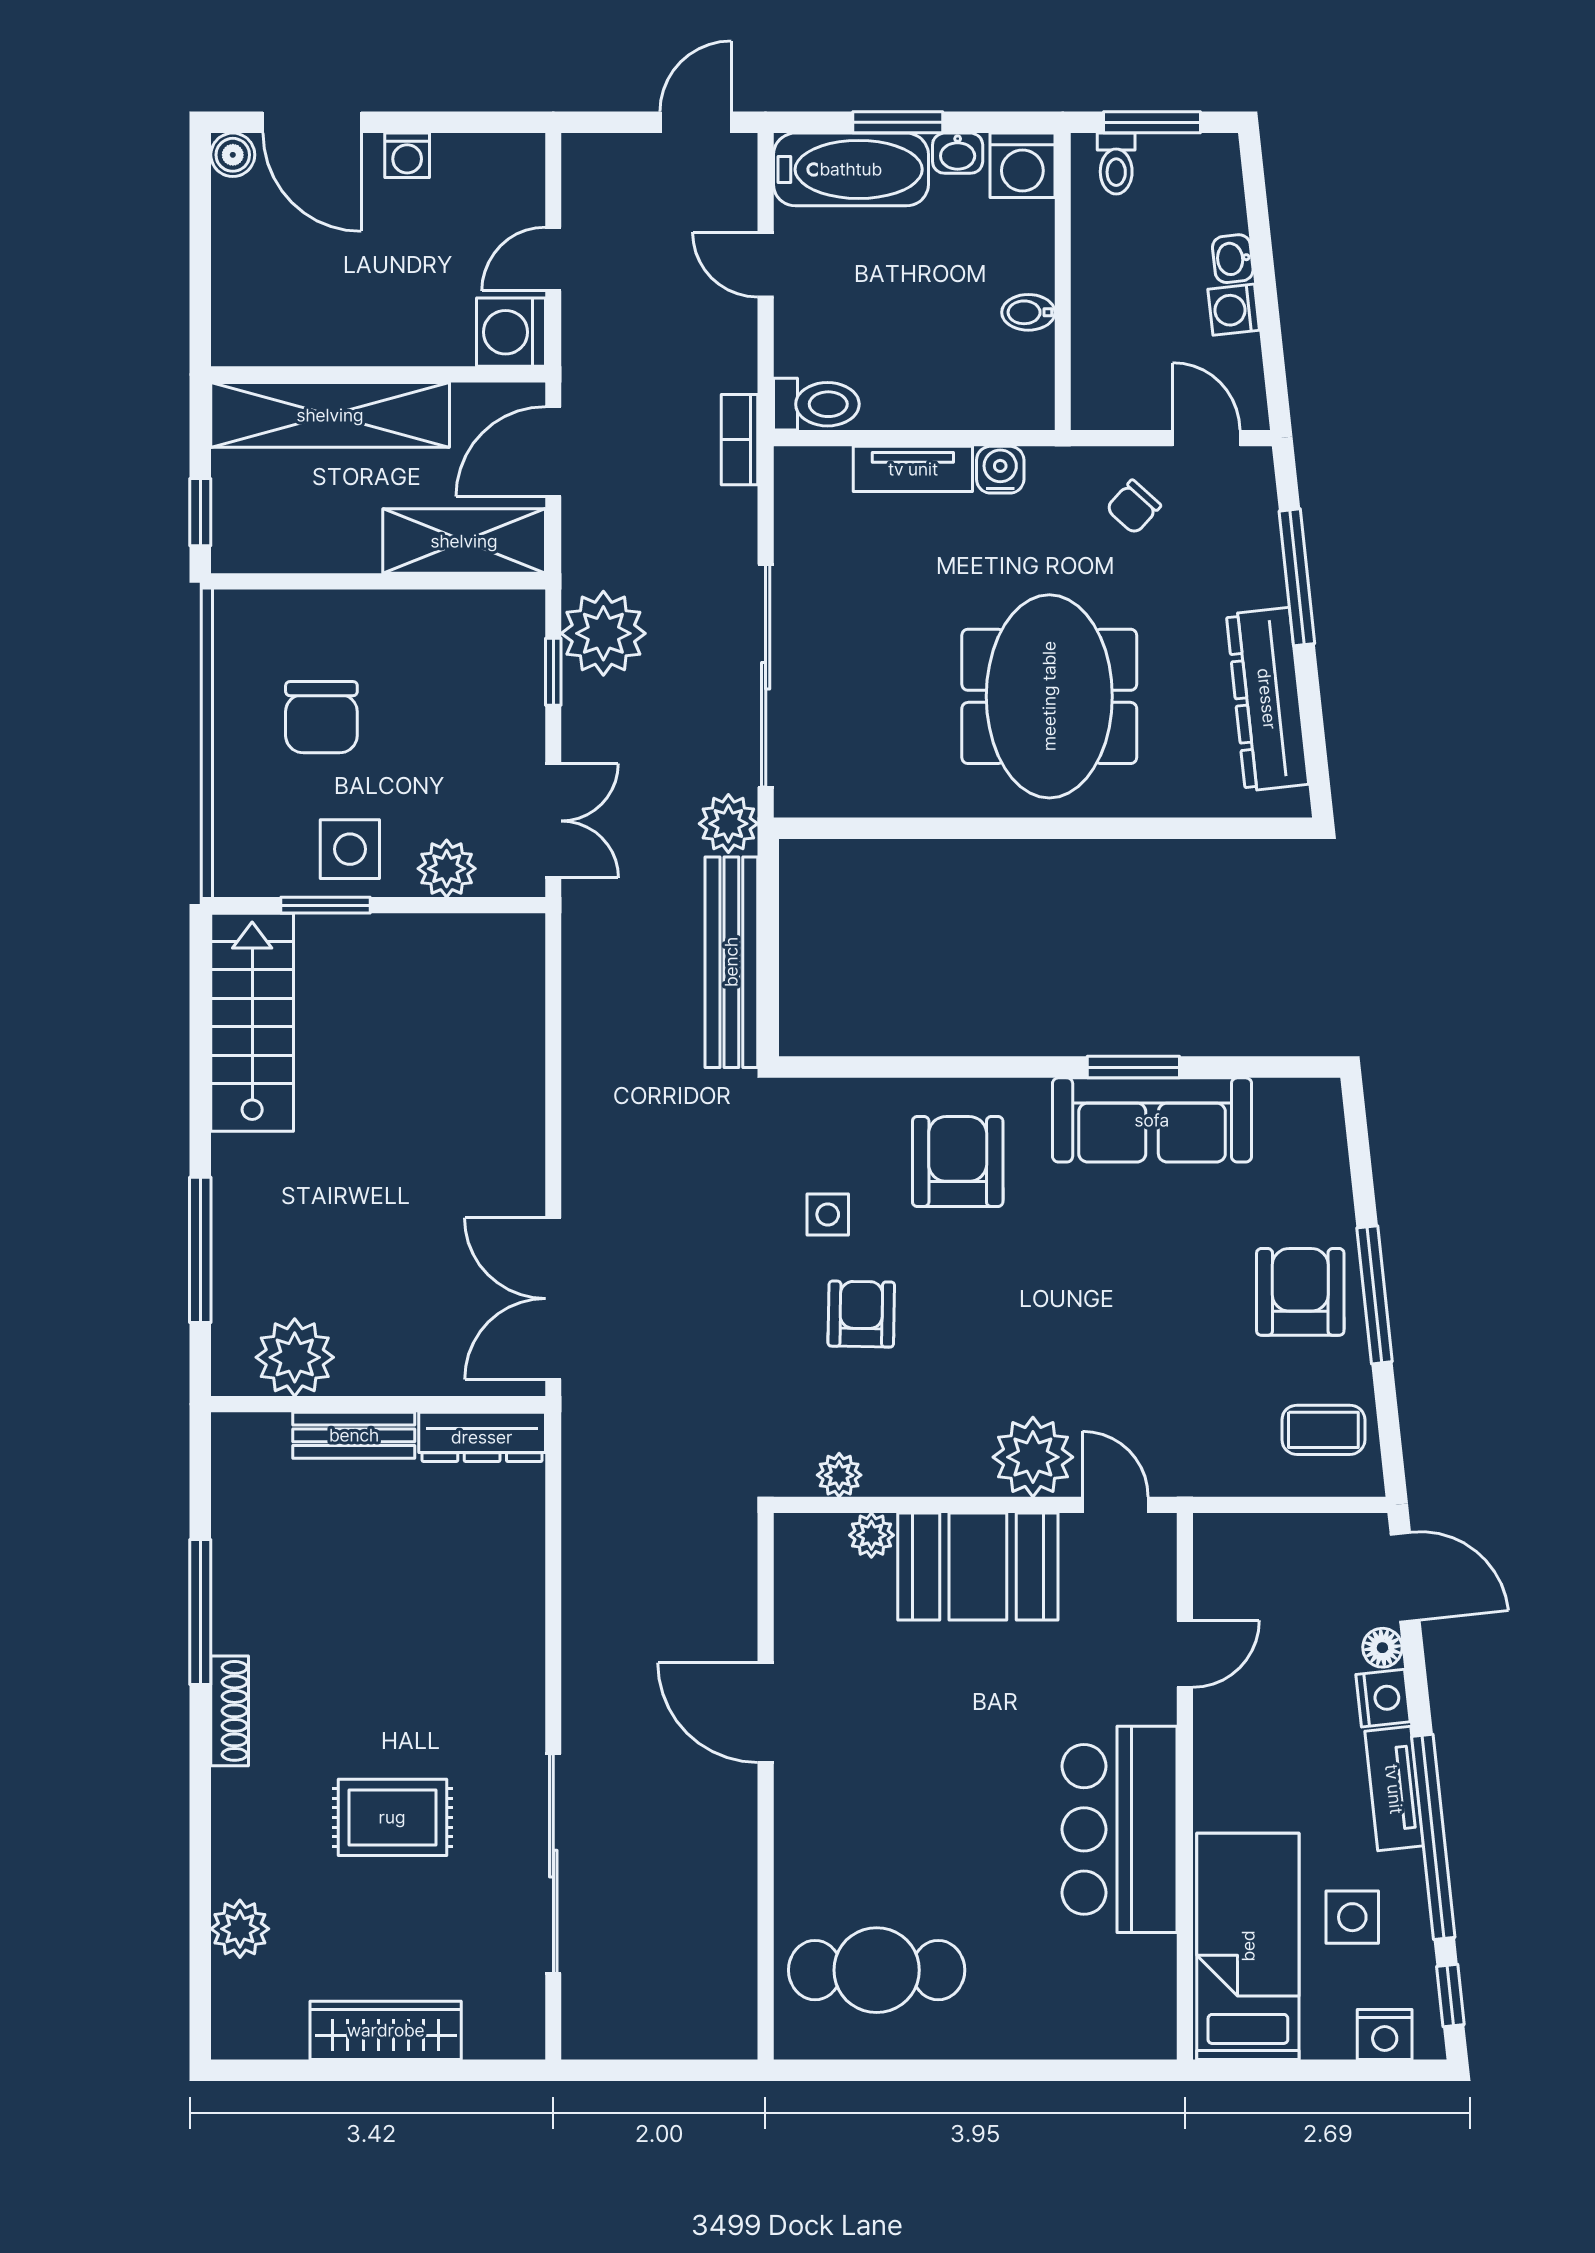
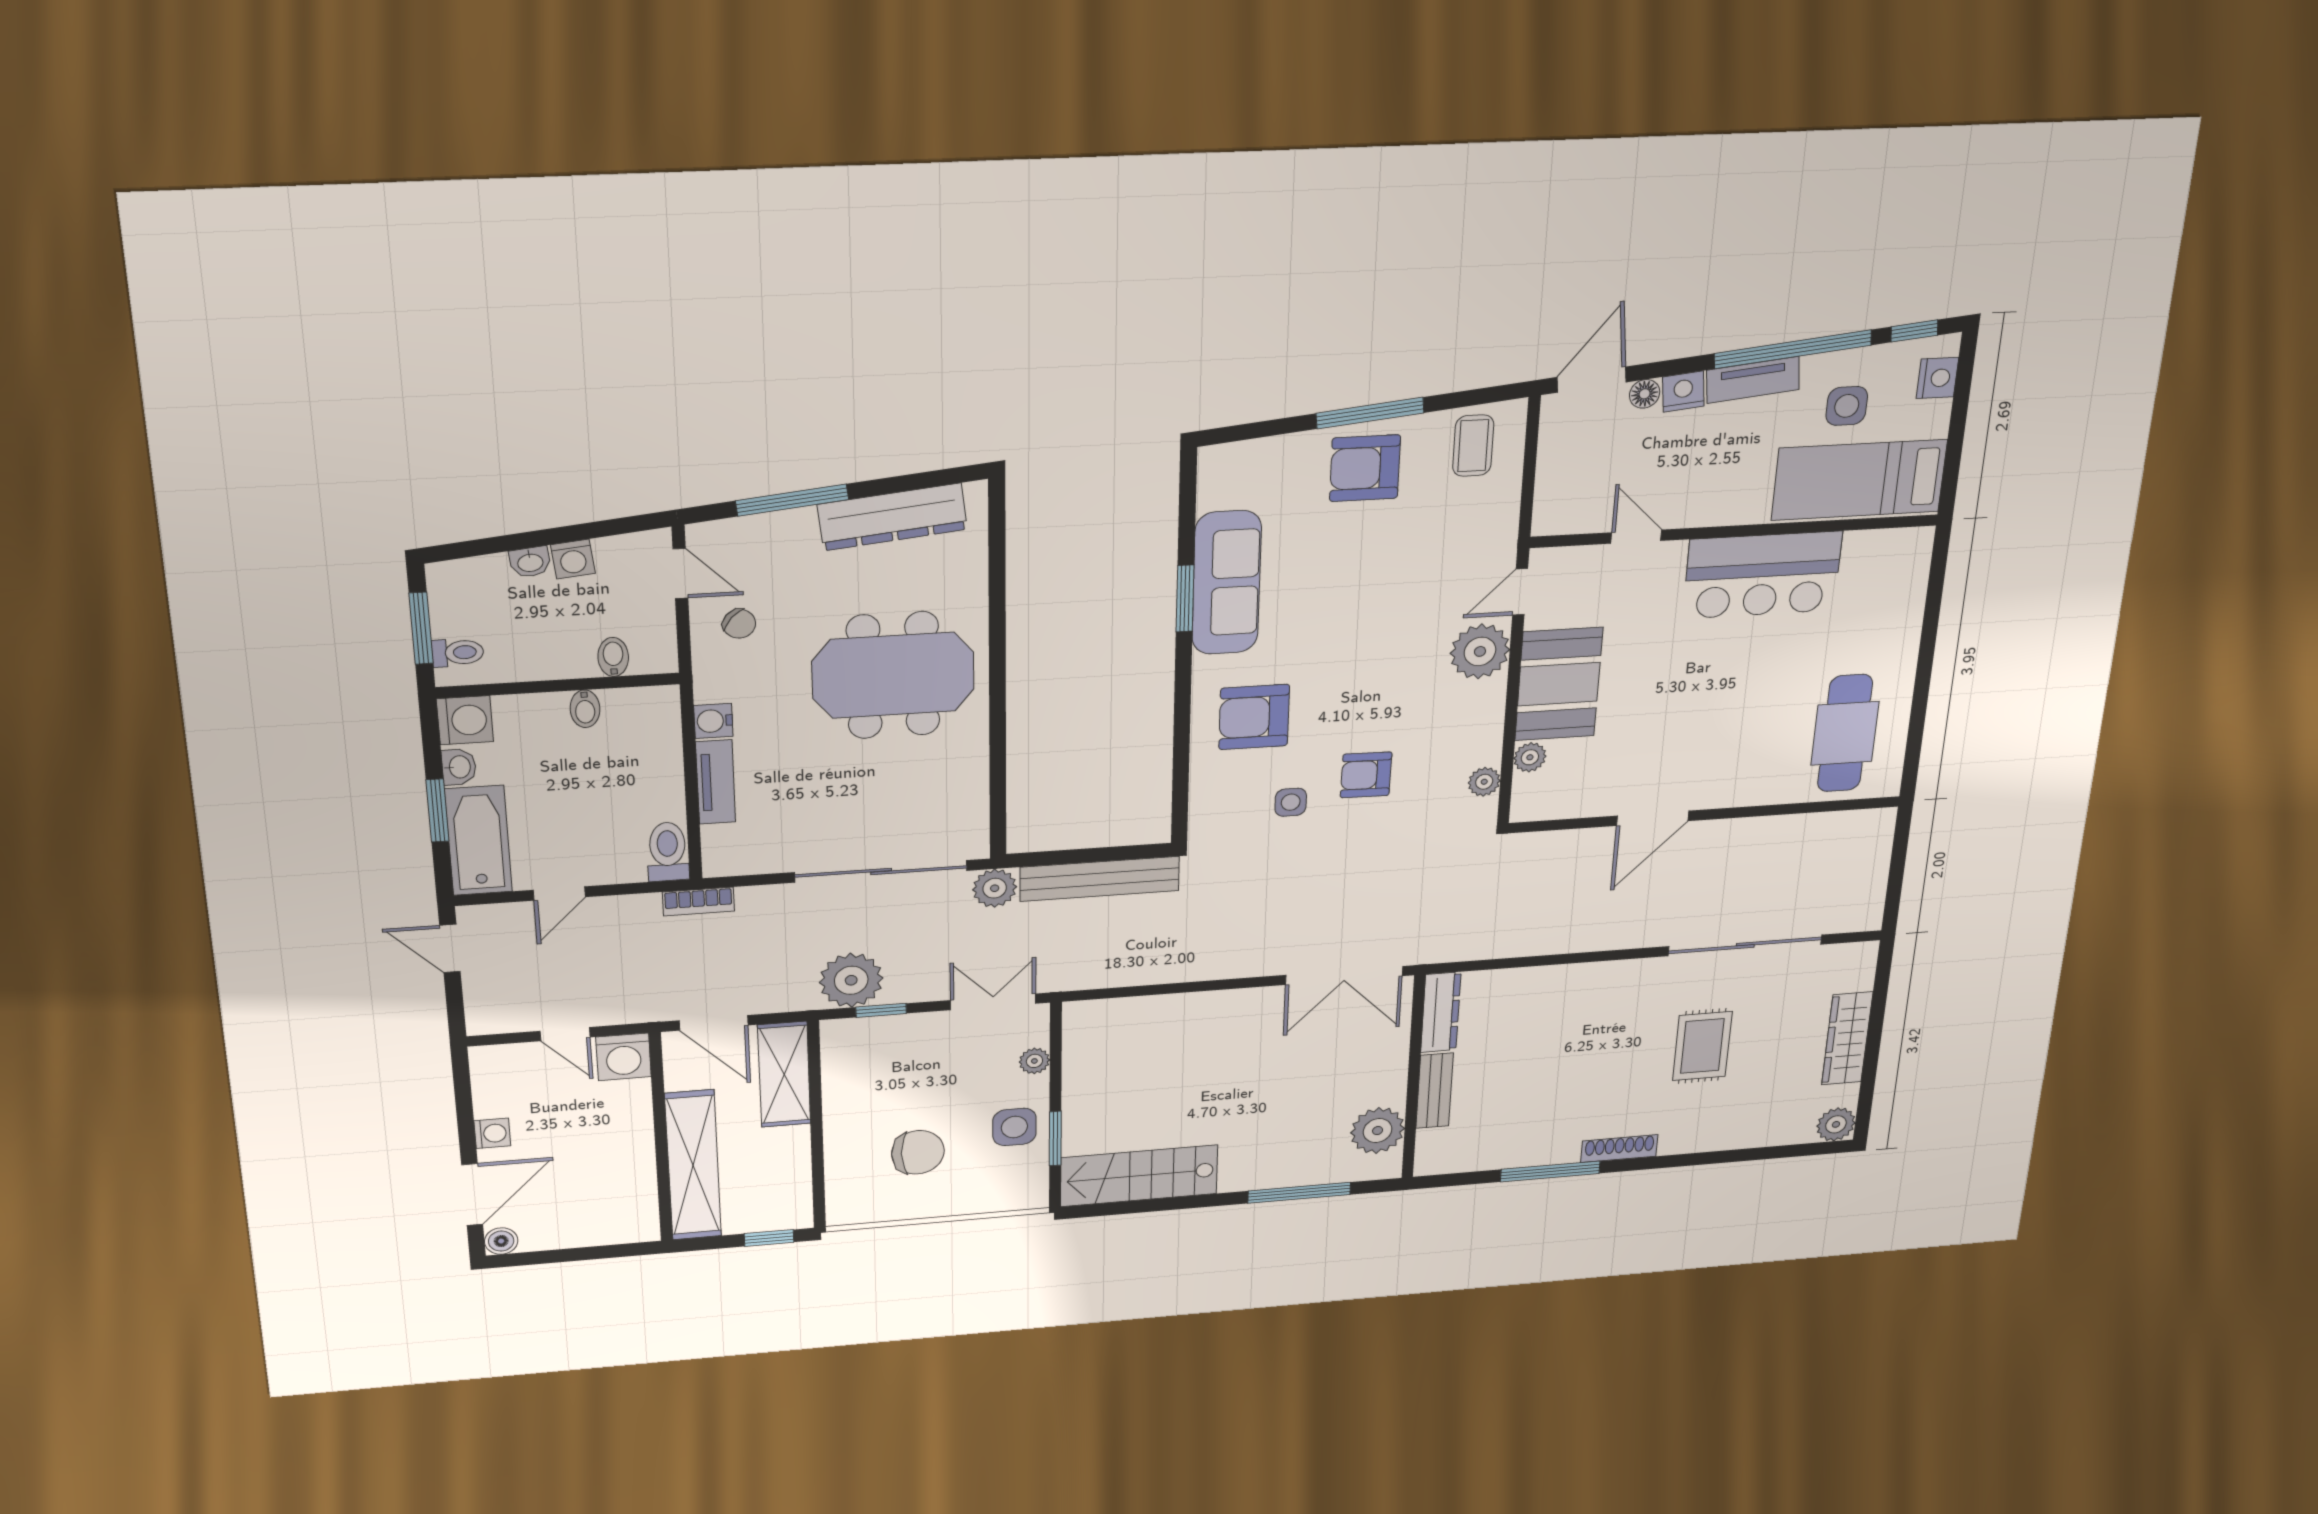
bidet: (1098, 351) -> (613, 657), added
door: (1206, 438) -> (680, 574), swing flipped
plant: (447, 869) -> (1034, 1061), width x0.73, depth x0.73
plant: (240, 1929) -> (1836, 1124), moved

